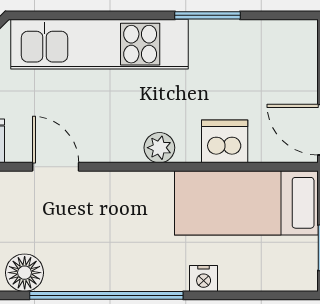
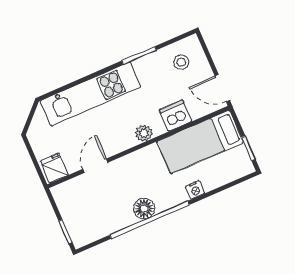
stool: (273, 57) -> (181, 62), added
door: (56, 167) -> (95, 166), hinge flipped
floor lamp: (25, 273) -> (144, 209), moved

